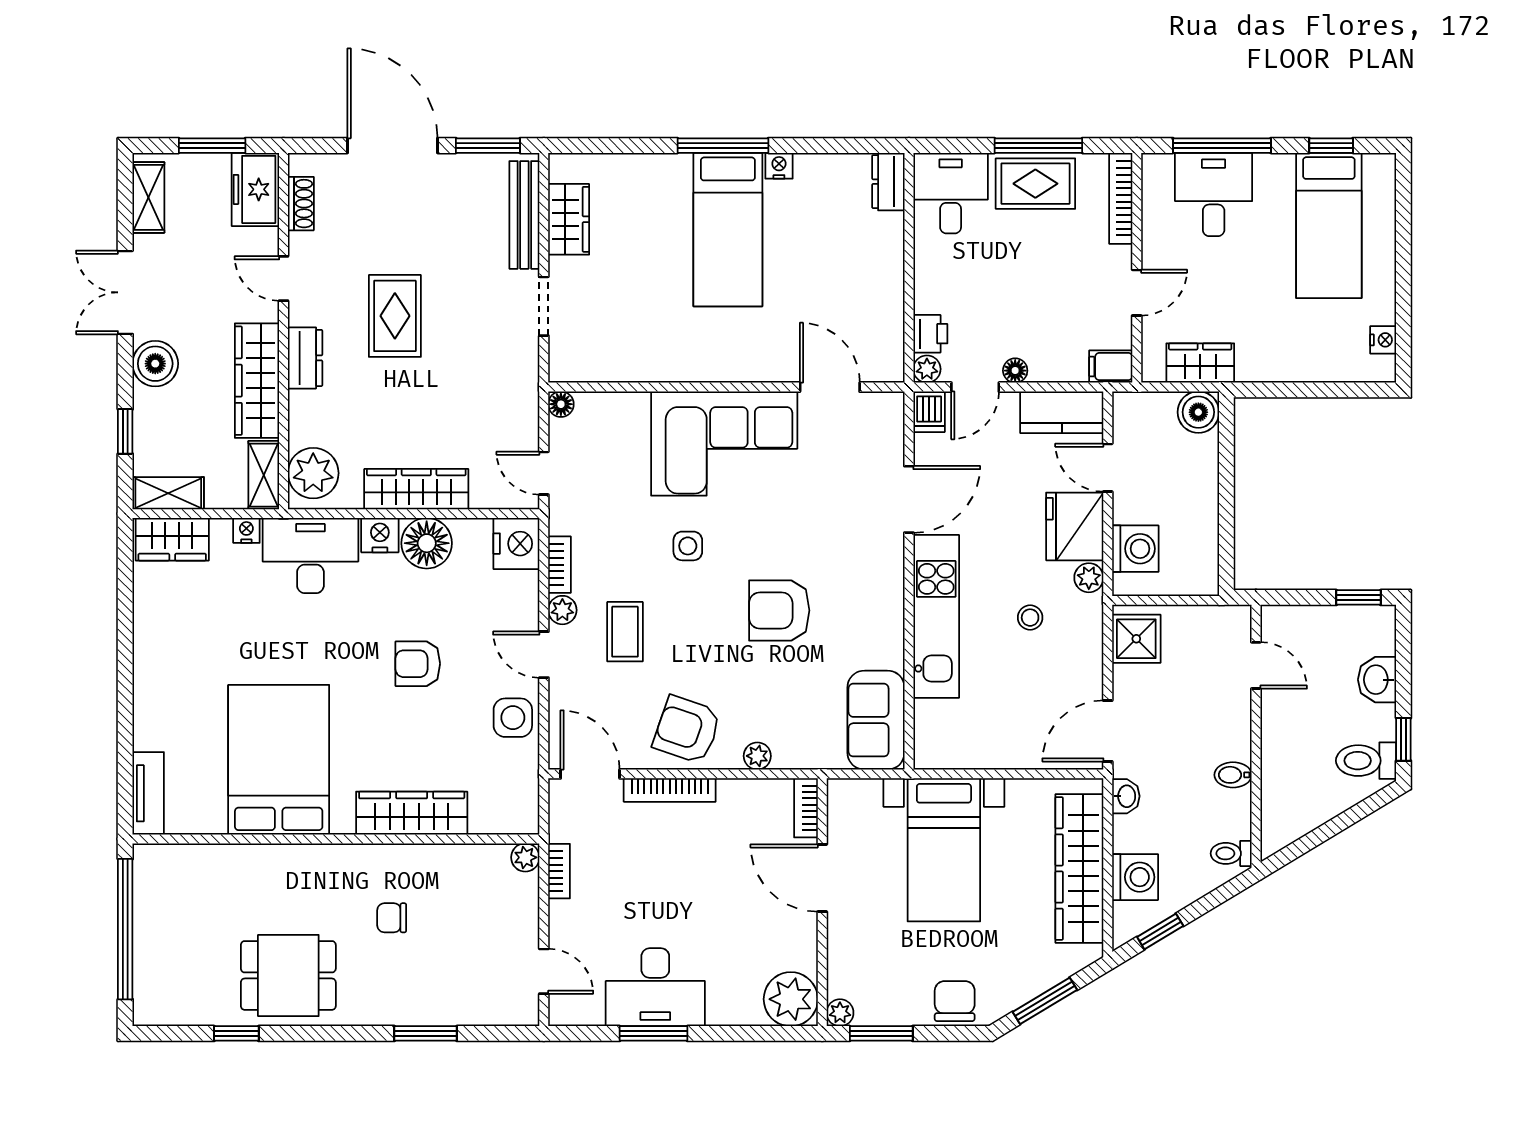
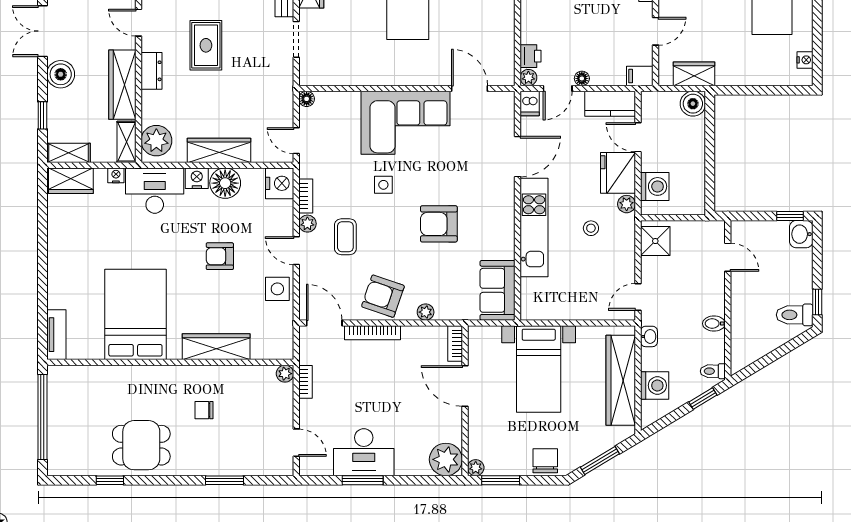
washbasin: (1377, 680) -> (801, 234), moved
door: (1108, 731) -> (638, 297), width x0.73
window: (1160, 931) -> (703, 398), moved

